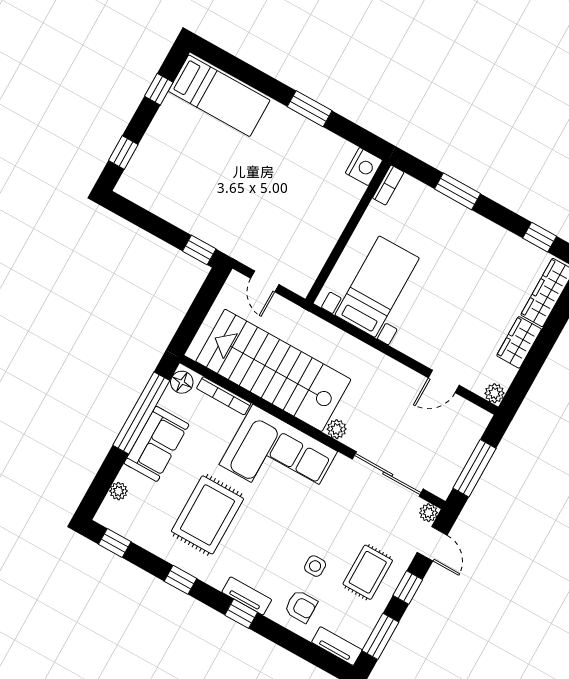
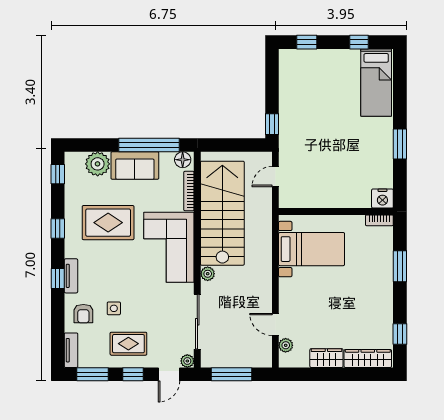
plant: (494, 393) -> (286, 345), moved
plant: (118, 491) -> (98, 164), width x1.87, depth x1.87

